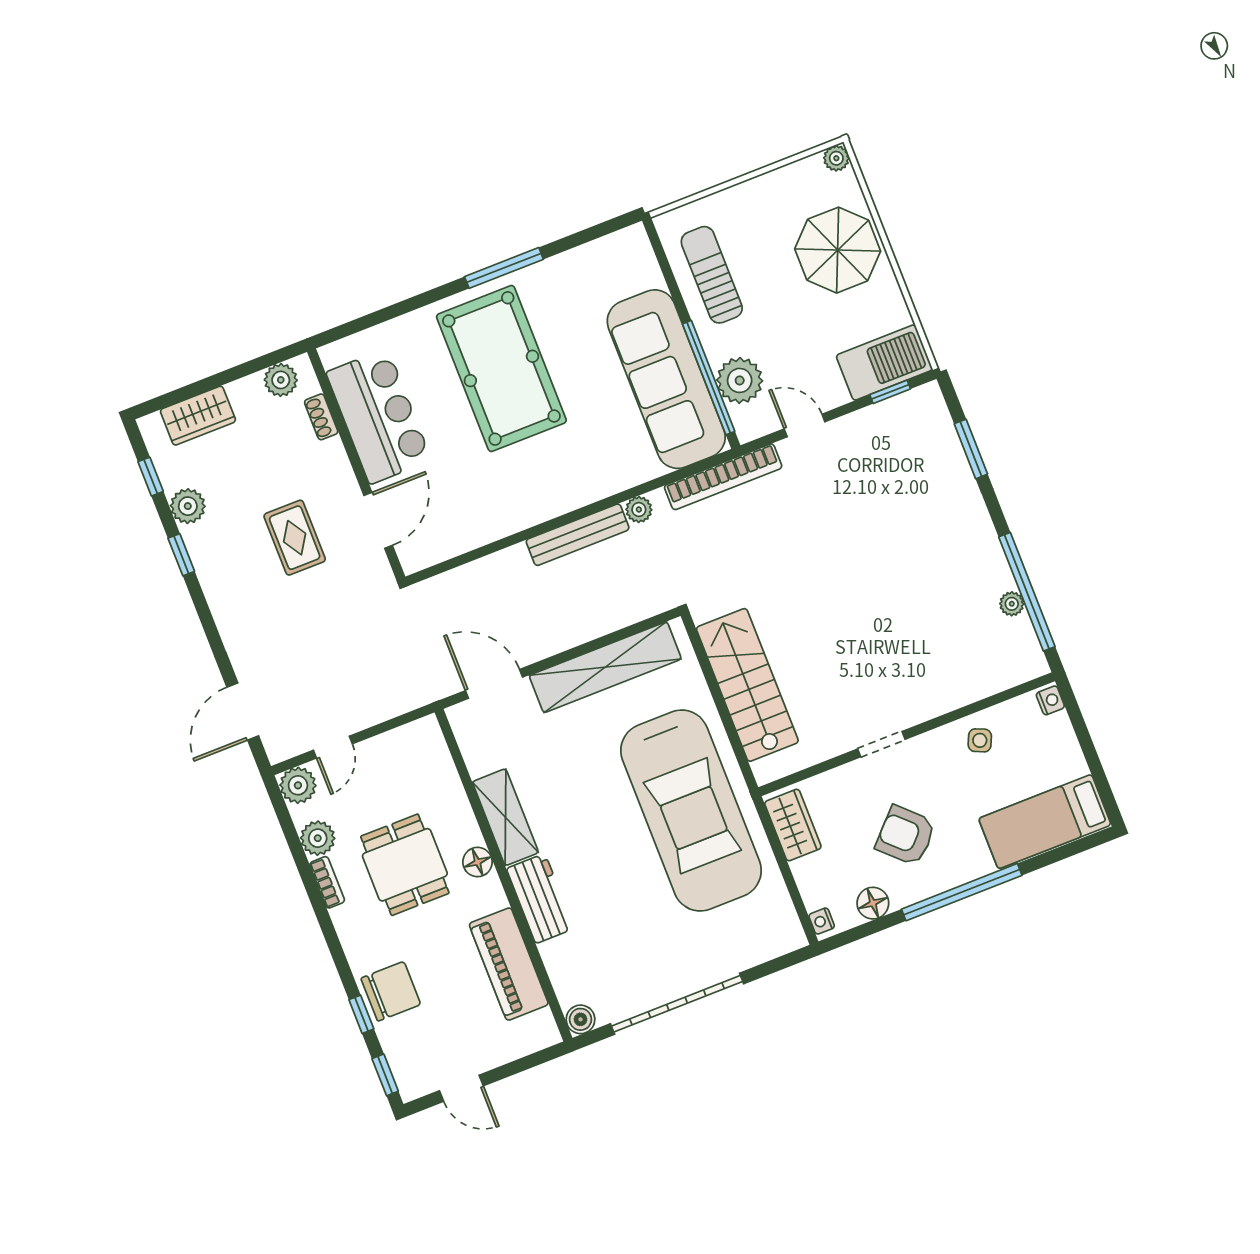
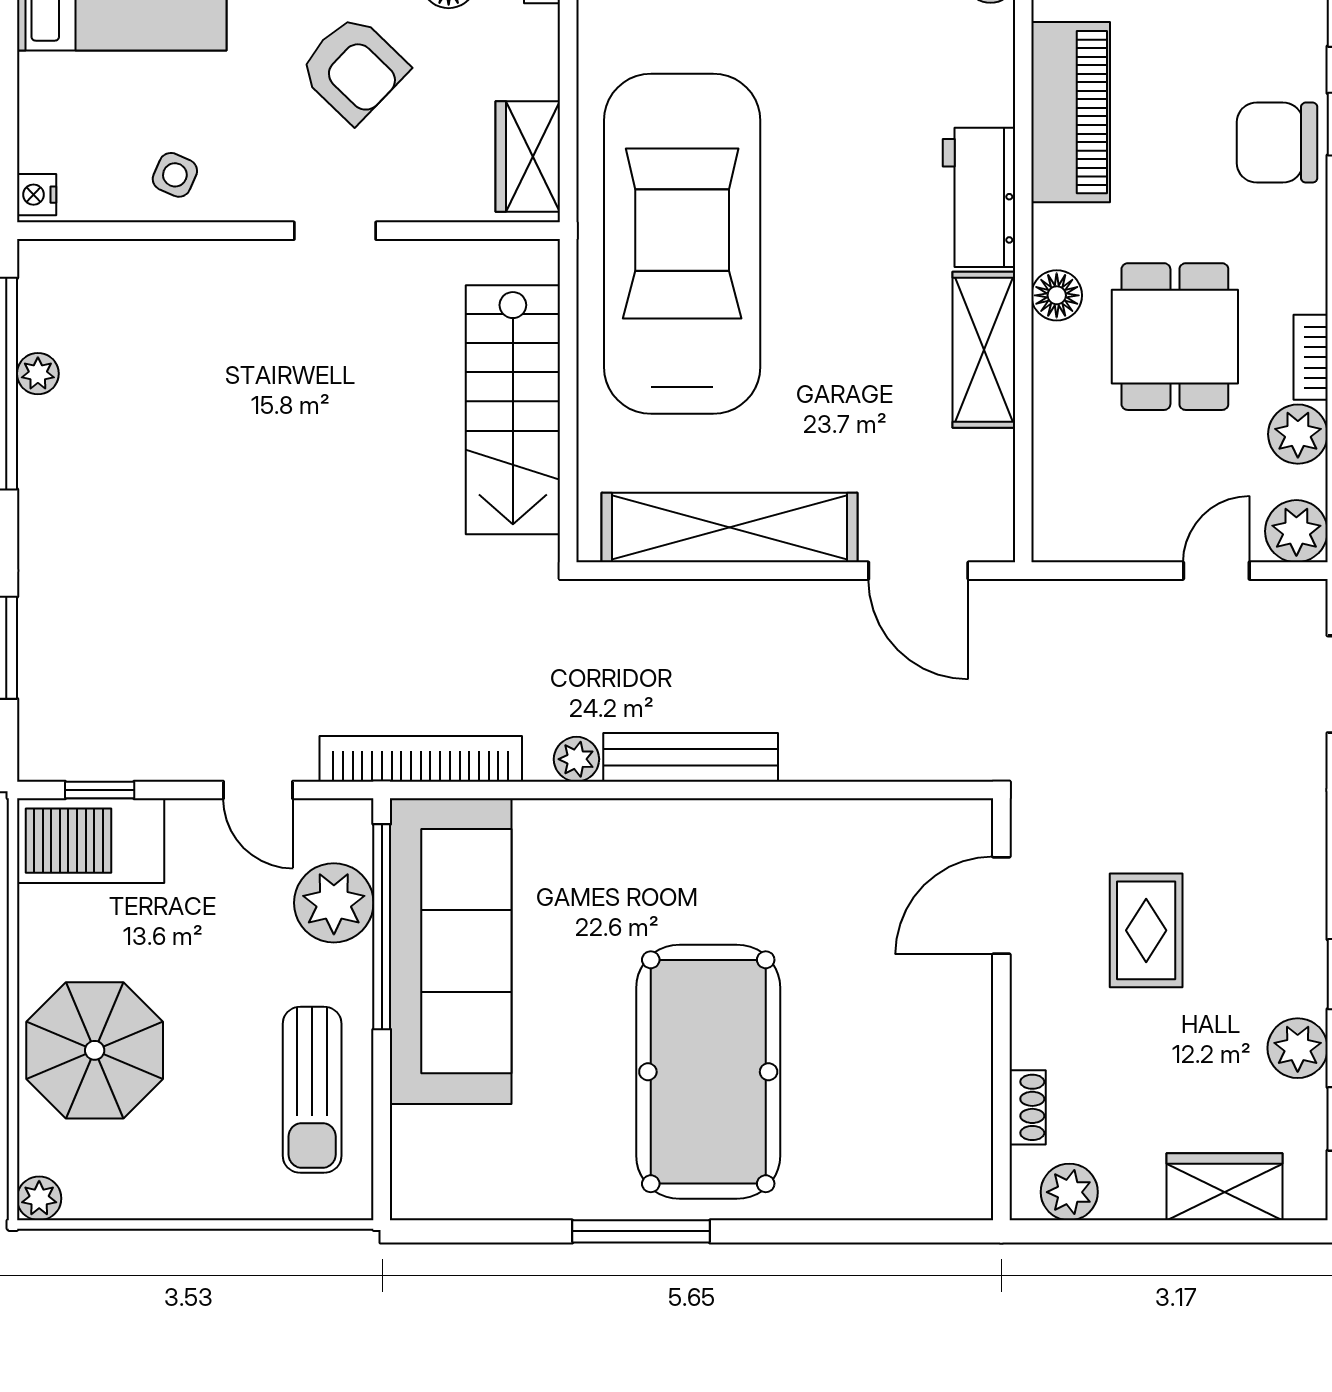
bar counter: (379, 416) -> (935, 1072), removed

